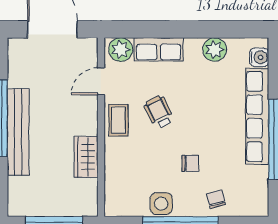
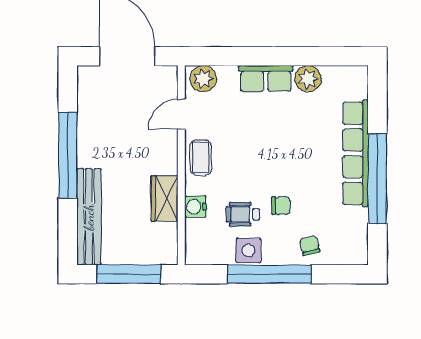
row of seats: (159, 49) -> (266, 78), moved
water cooler: (259, 57) -> (195, 207), moved, turned 180
wheelchair: (159, 112) -> (243, 214), moved, turned -64
bench: (18, 132) -> (89, 217), moved

